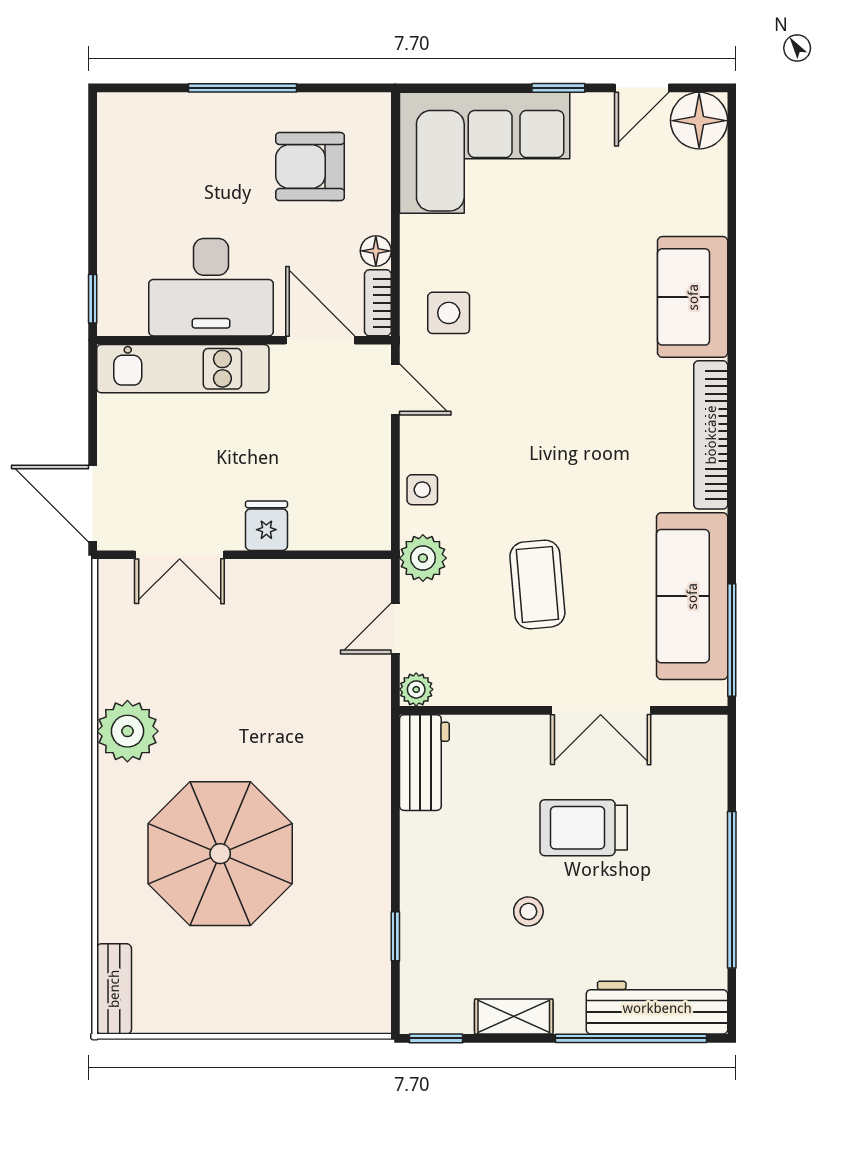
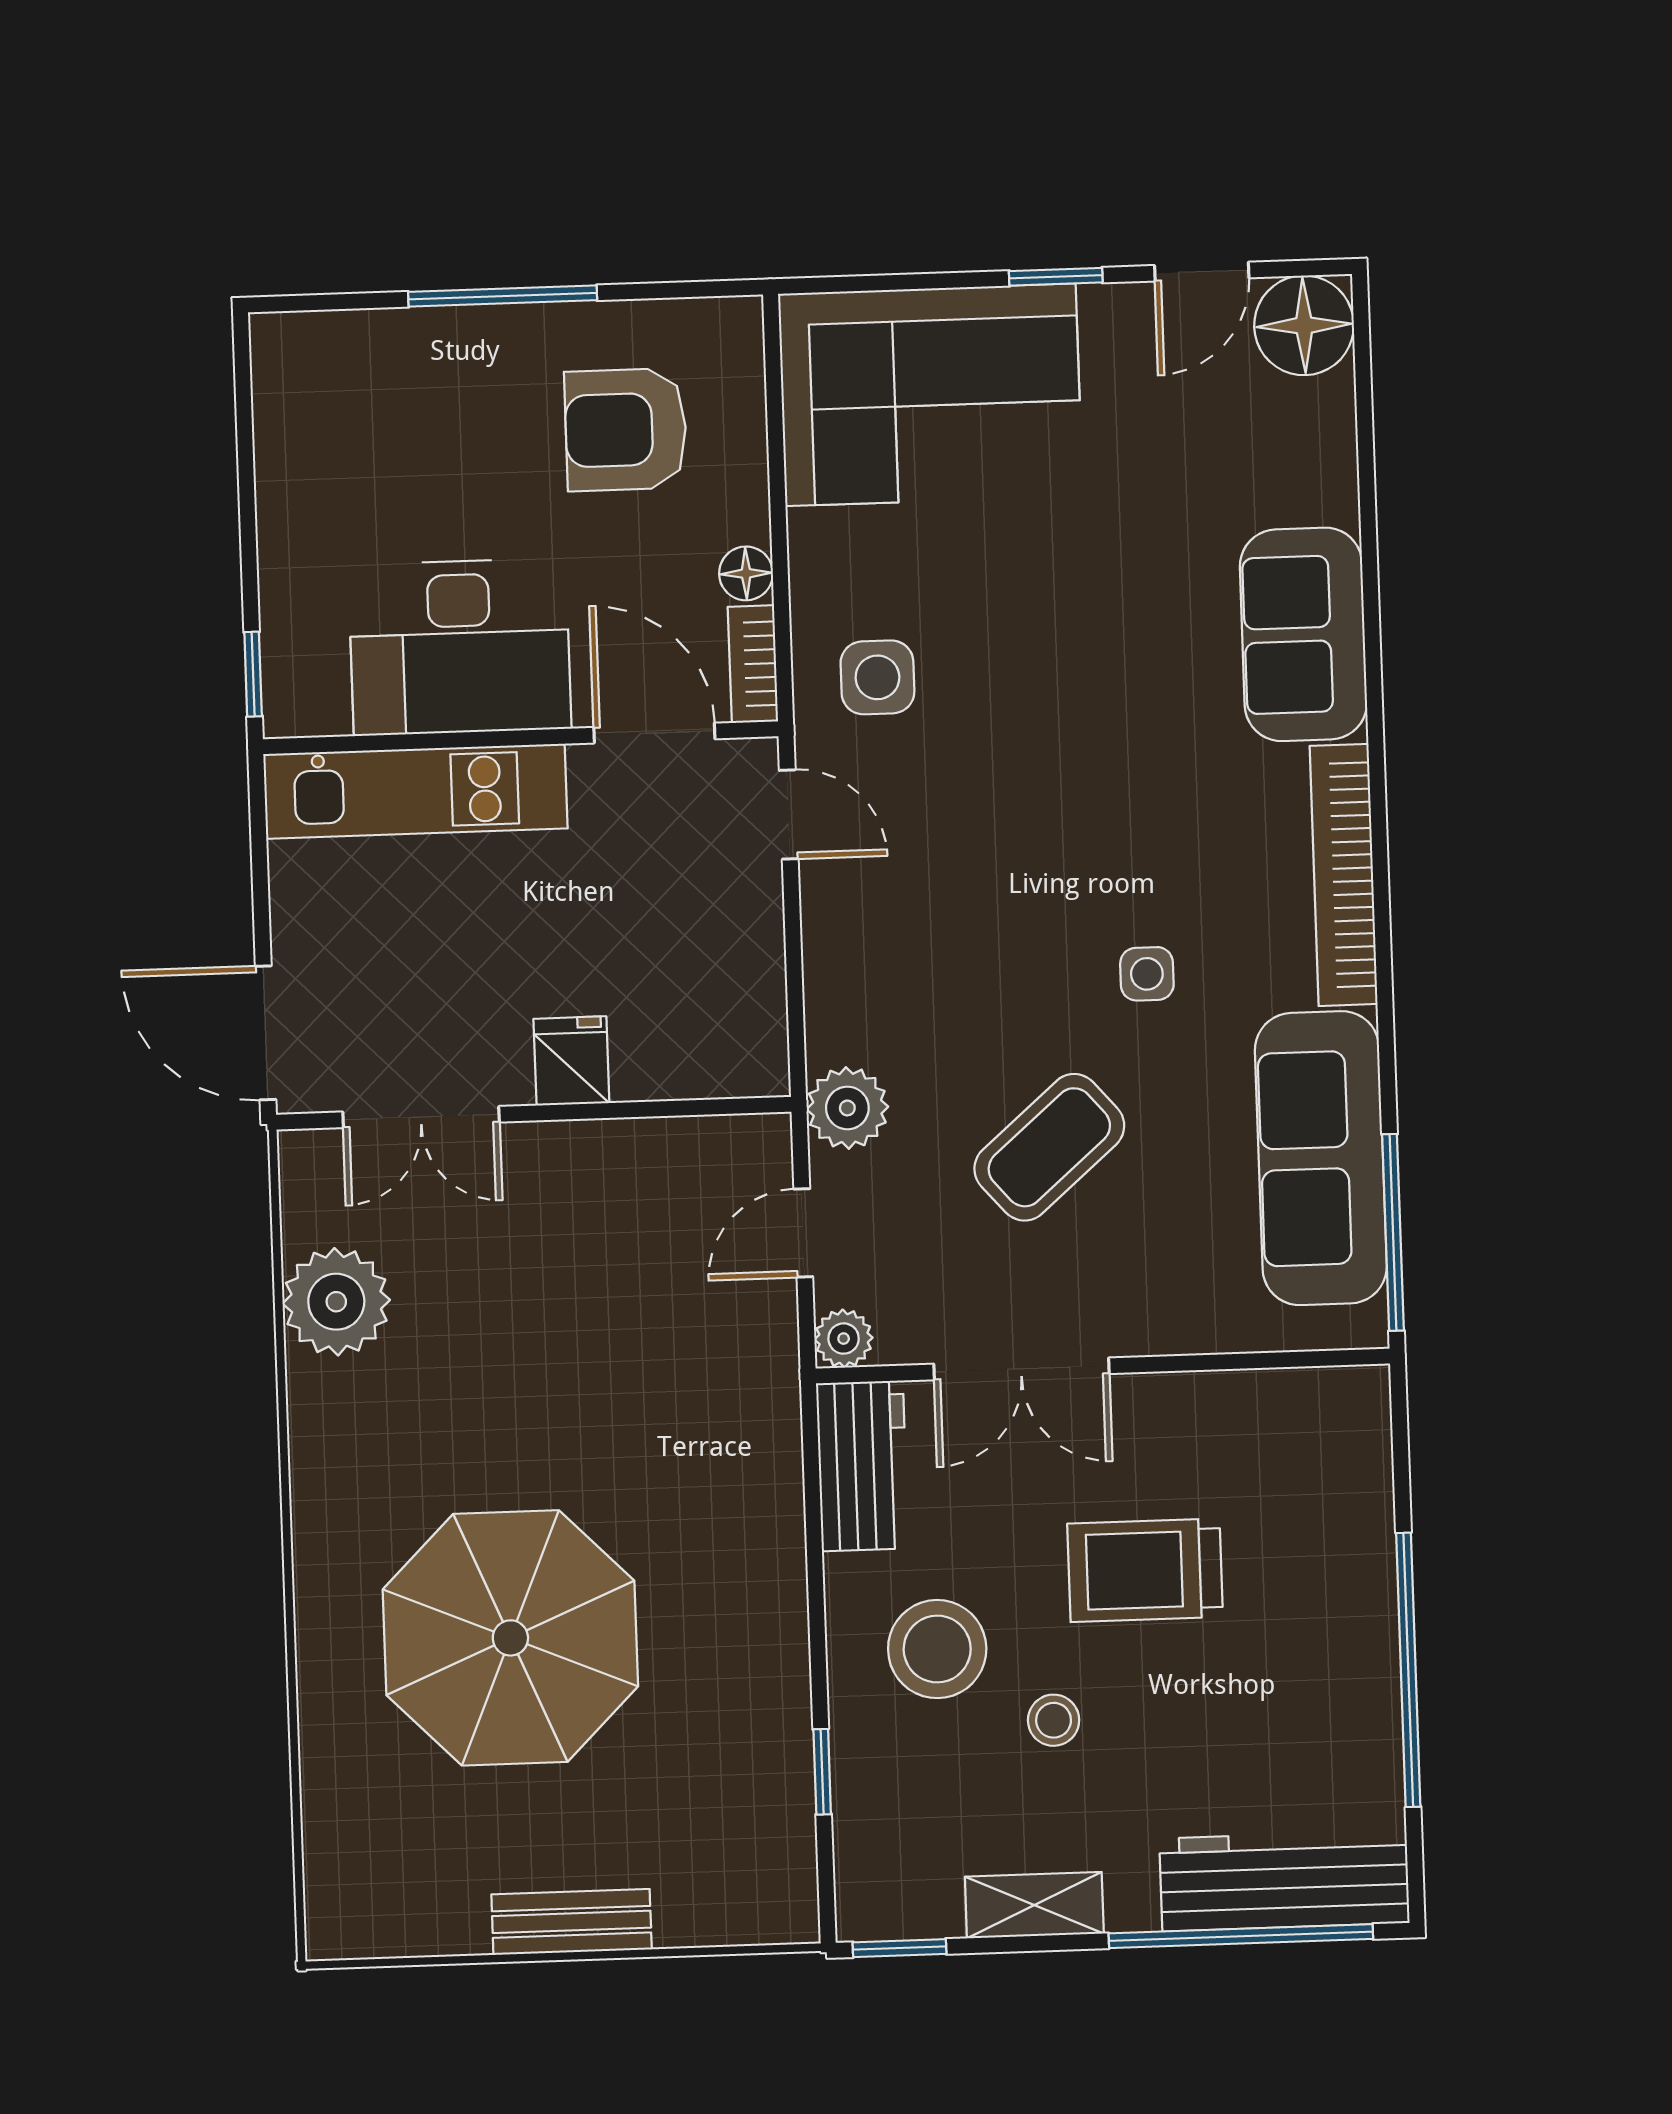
side table: (422, 490) -> (1147, 974), moved
coffee table: (537, 584) -> (1049, 1147), turned 54
double door: (601, 710) -> (1021, 1369), moved
plant: (127, 731) -> (336, 1302), moved
stool: (463, 868) -> (937, 1649), added
bench: (114, 989) -> (572, 1922), moved, turned 90

